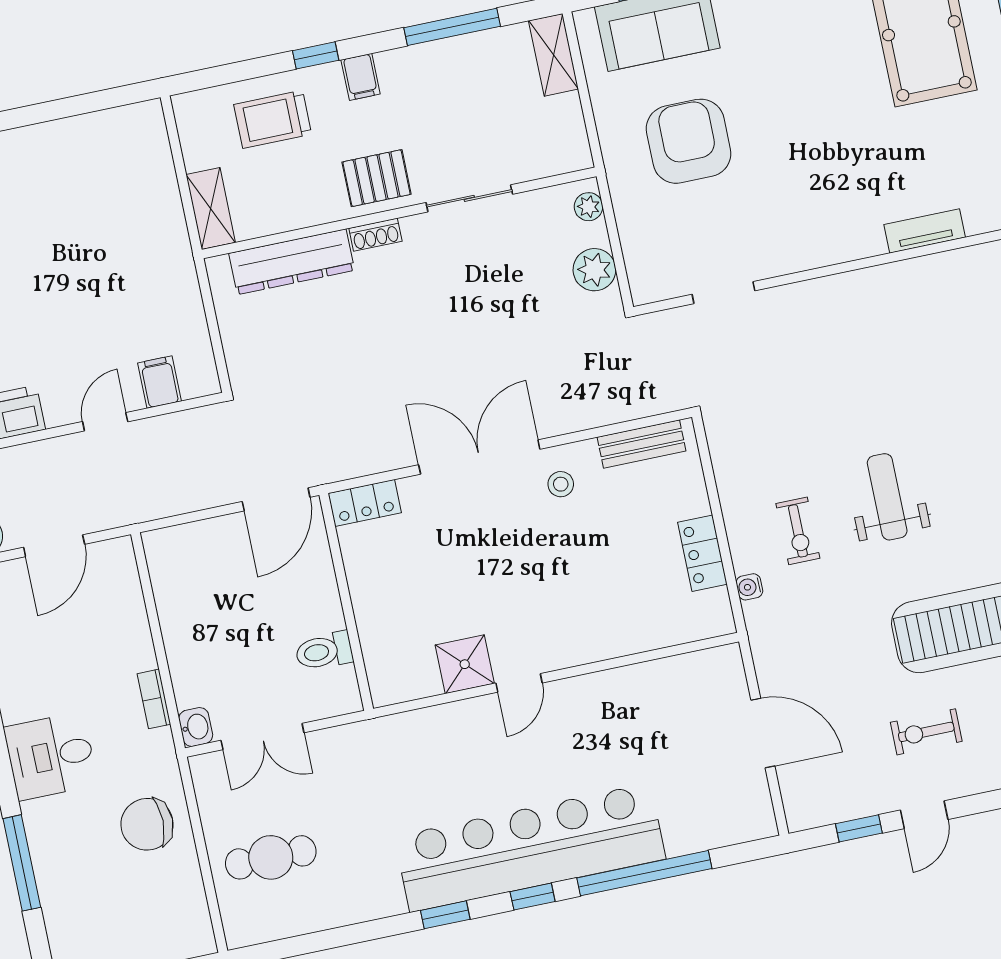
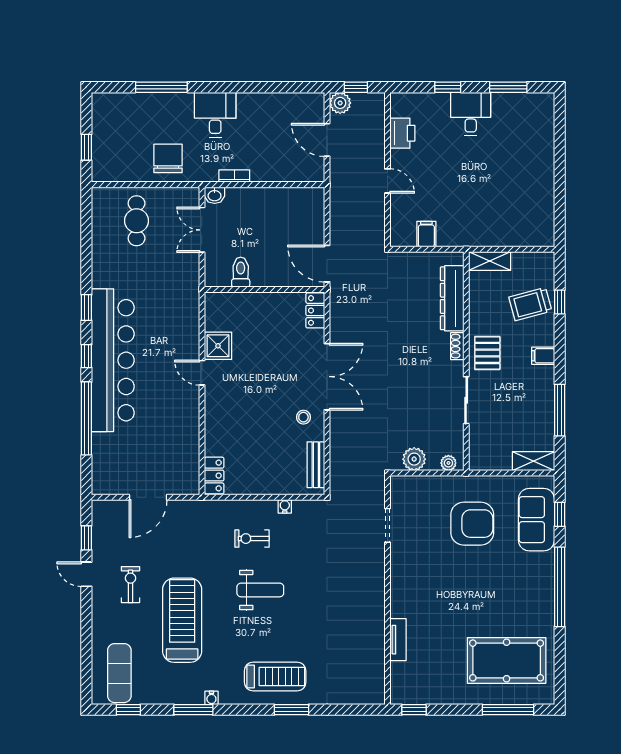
window: (316, 55) -> (560, 302), moved
trolley: (273, 119) -> (530, 304), turned -105
filing cabinet: (159, 382) -> (426, 234), moved, turned -90
locker: (702, 553) -> (214, 476), moved, turned 90
water cooler: (749, 587) -> (285, 506), moved

